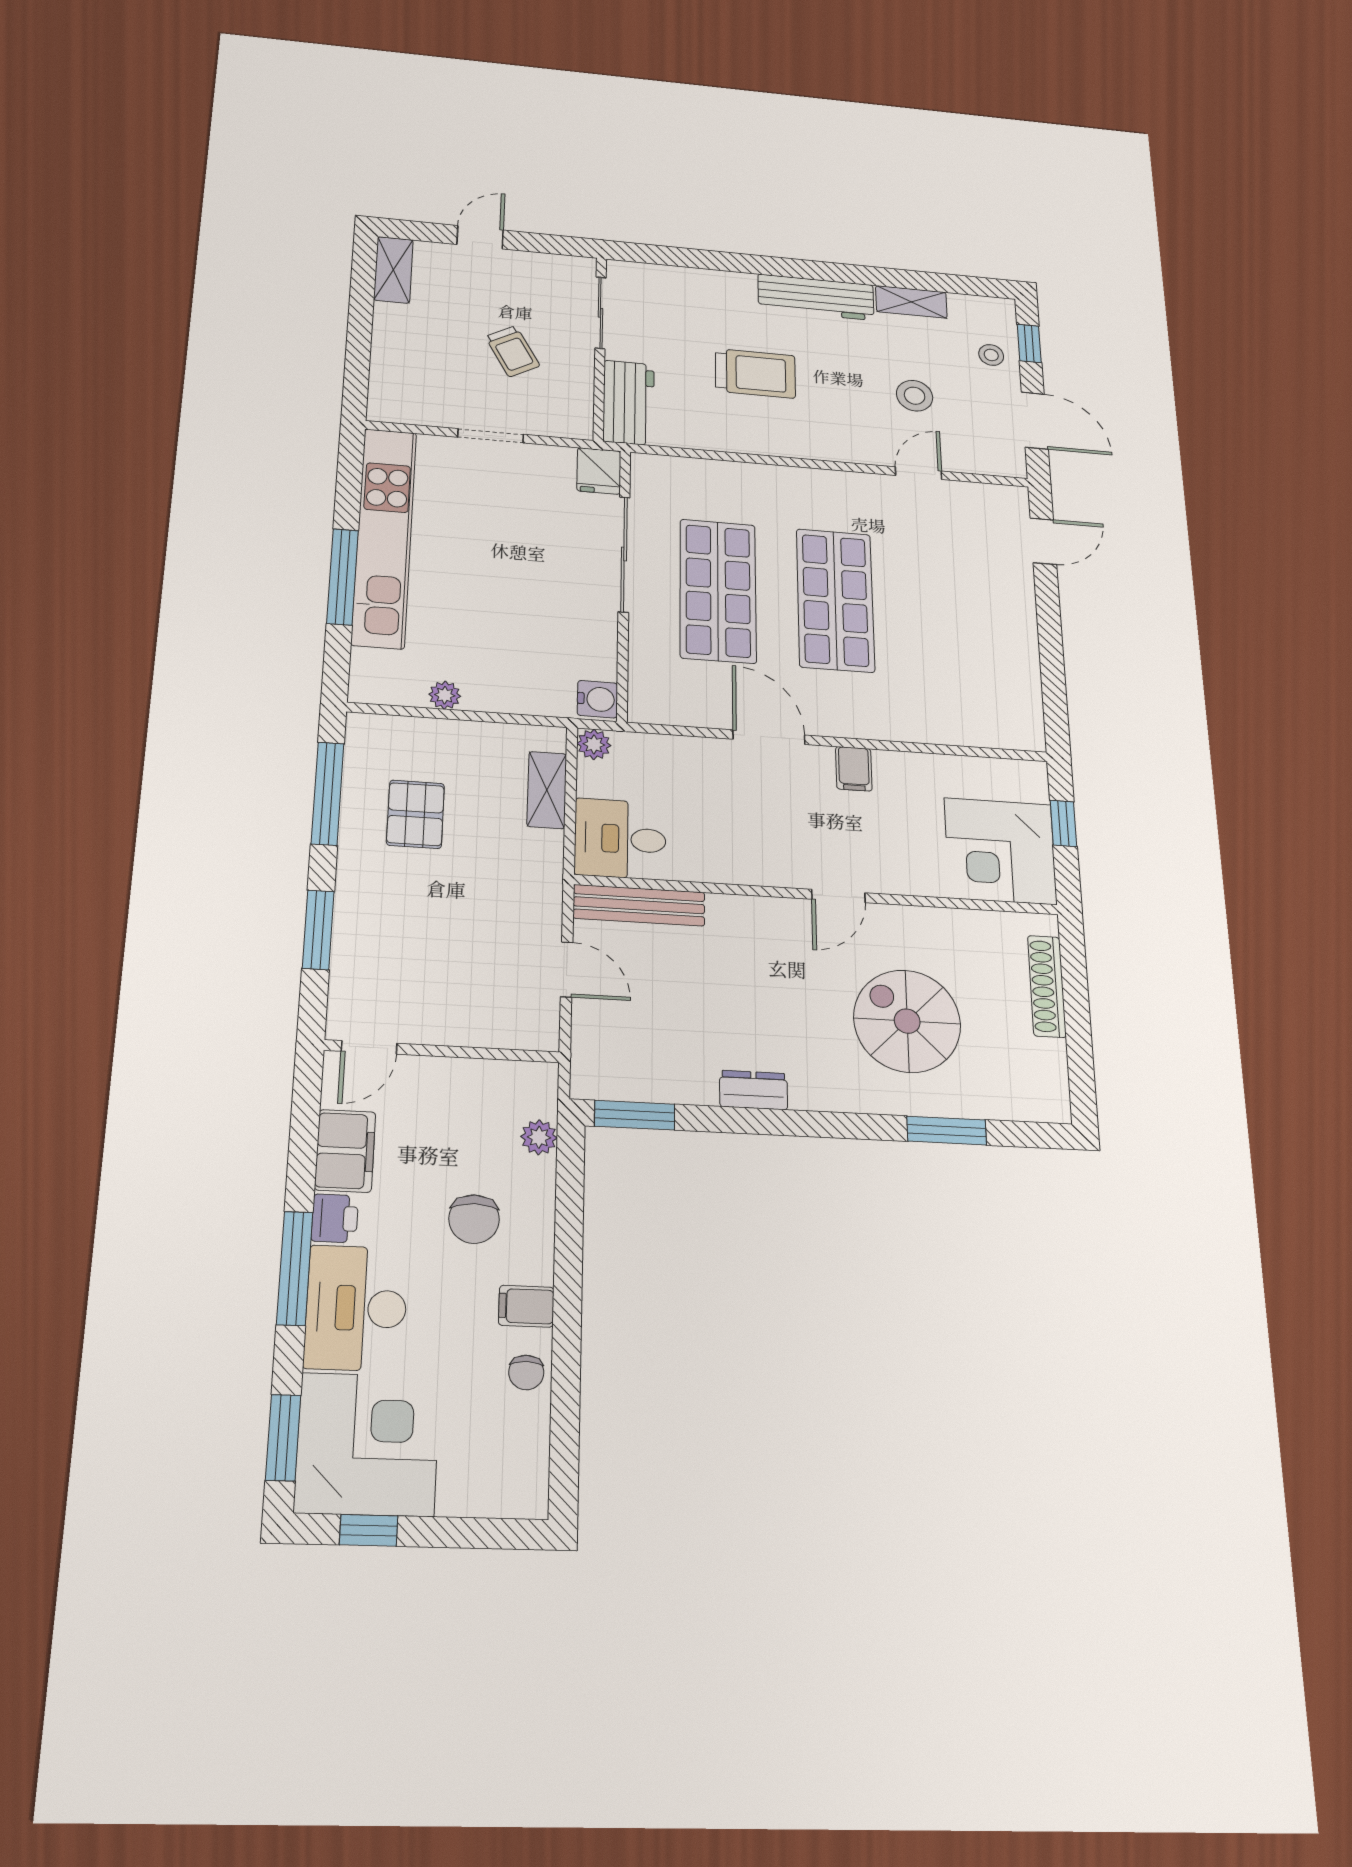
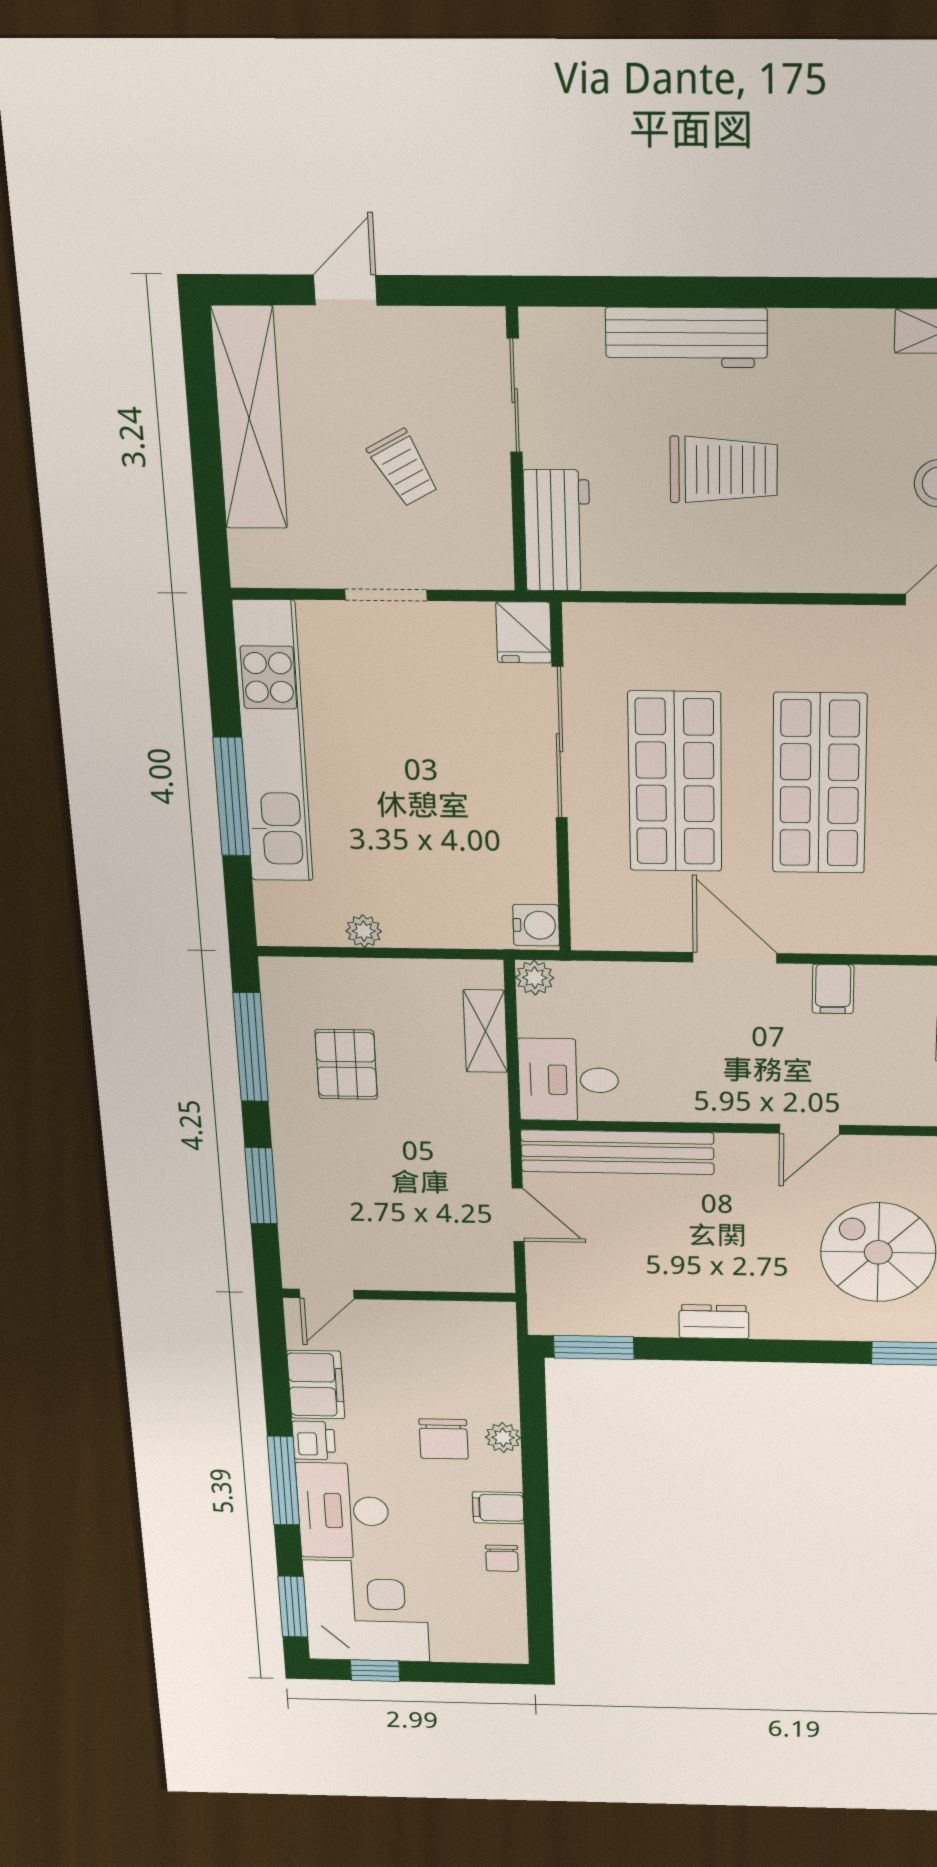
shelving: (393, 270) -> (249, 418), width x2.20, depth x1.33
workbench: (816, 297) -> (686, 337), moved
bench: (639, 905) -> (617, 1152), width x1.37, depth x1.21
plant: (539, 1137) -> (503, 1438), moved

